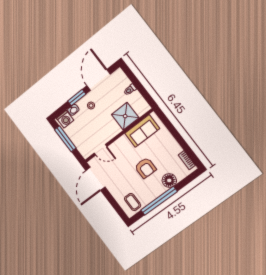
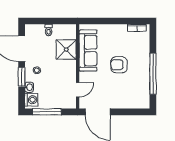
sofa: (142, 131) -> (88, 51), width x1.36
armchair: (145, 168) -> (119, 65), turned 180
floor lamp: (169, 180) -> (143, 53), removed
coffee table: (133, 202) -> (139, 96), removed

